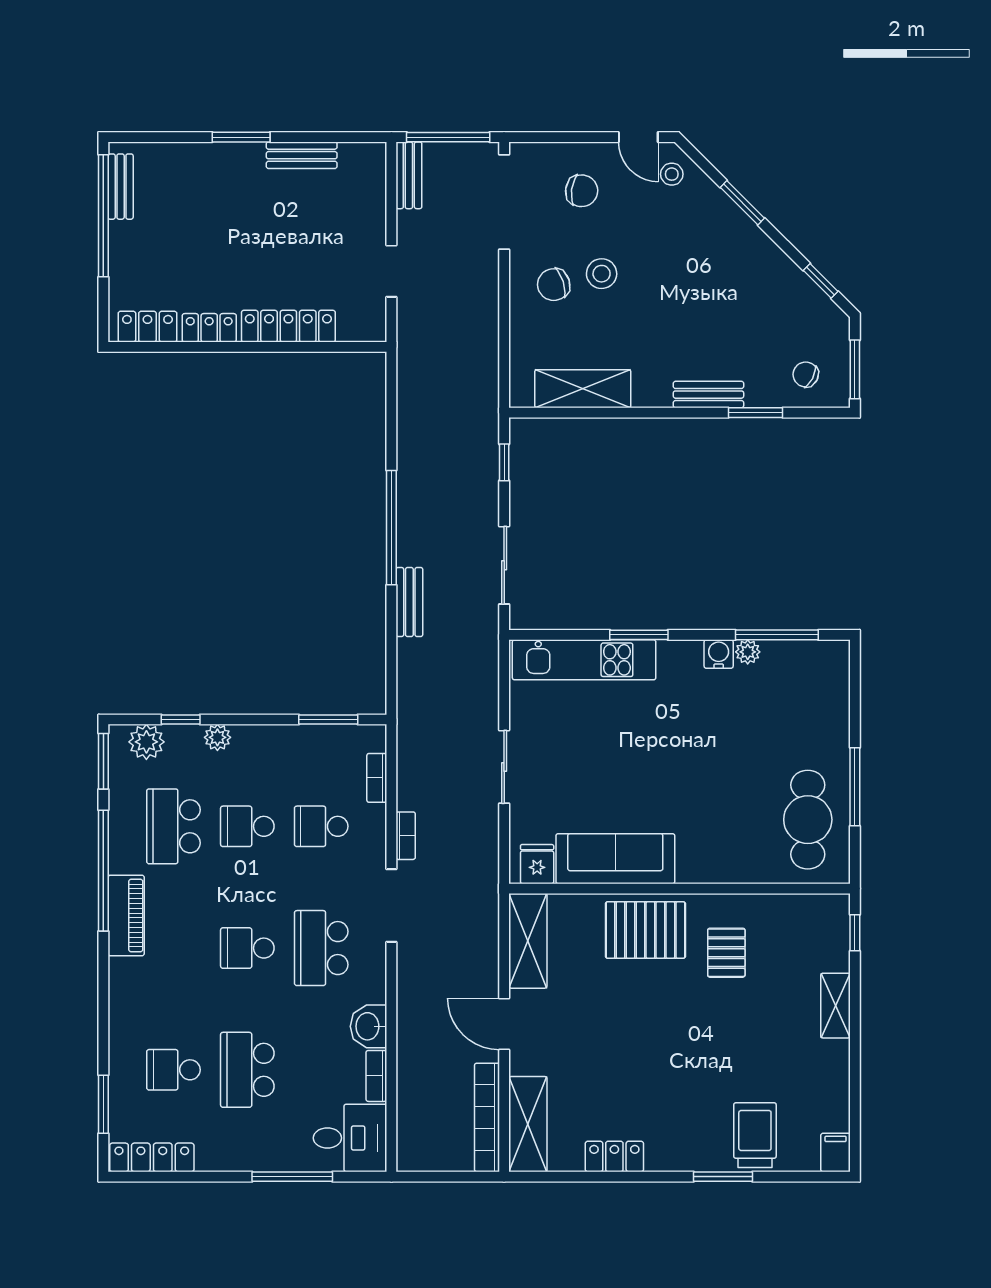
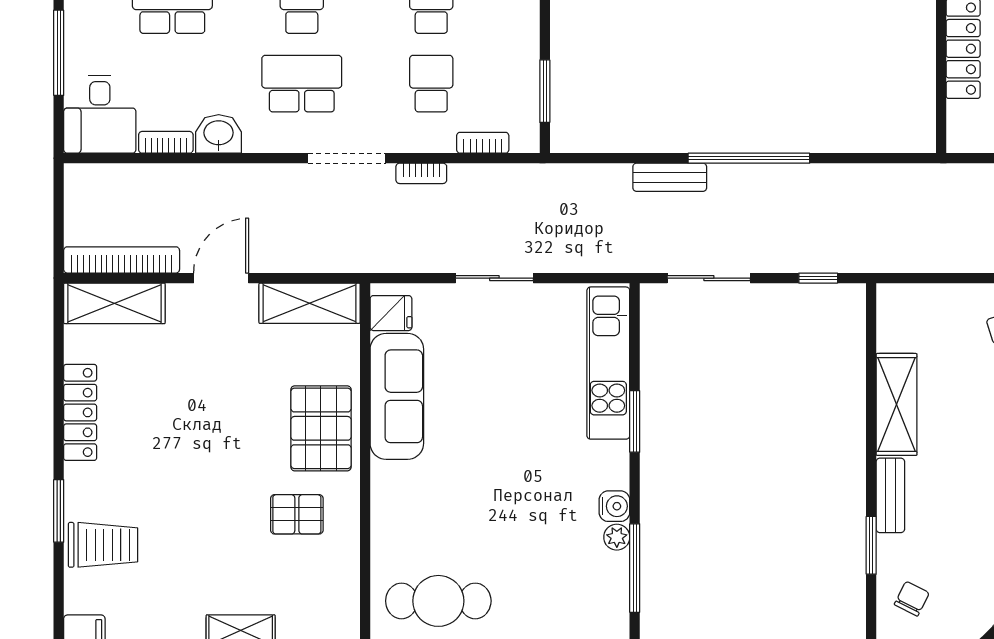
shelving: (583, 389) -> (897, 404), moved
locker: (614, 1157) -> (80, 412), width x1.53

